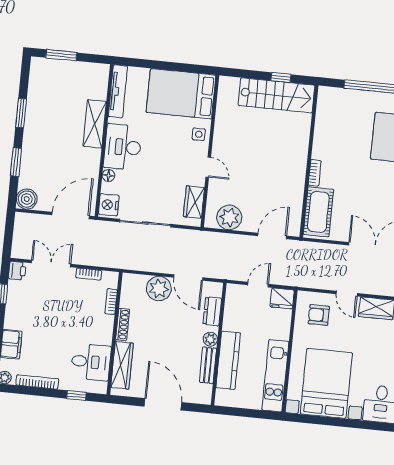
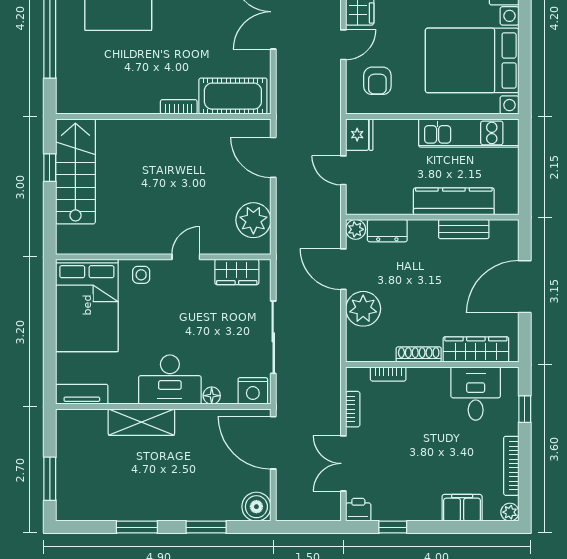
tv unit: (118, 91) -> (82, 394), width x0.71
door: (188, 277) -> (343, 269), swing flipped
plant: (210, 339) -> (356, 229), moved

